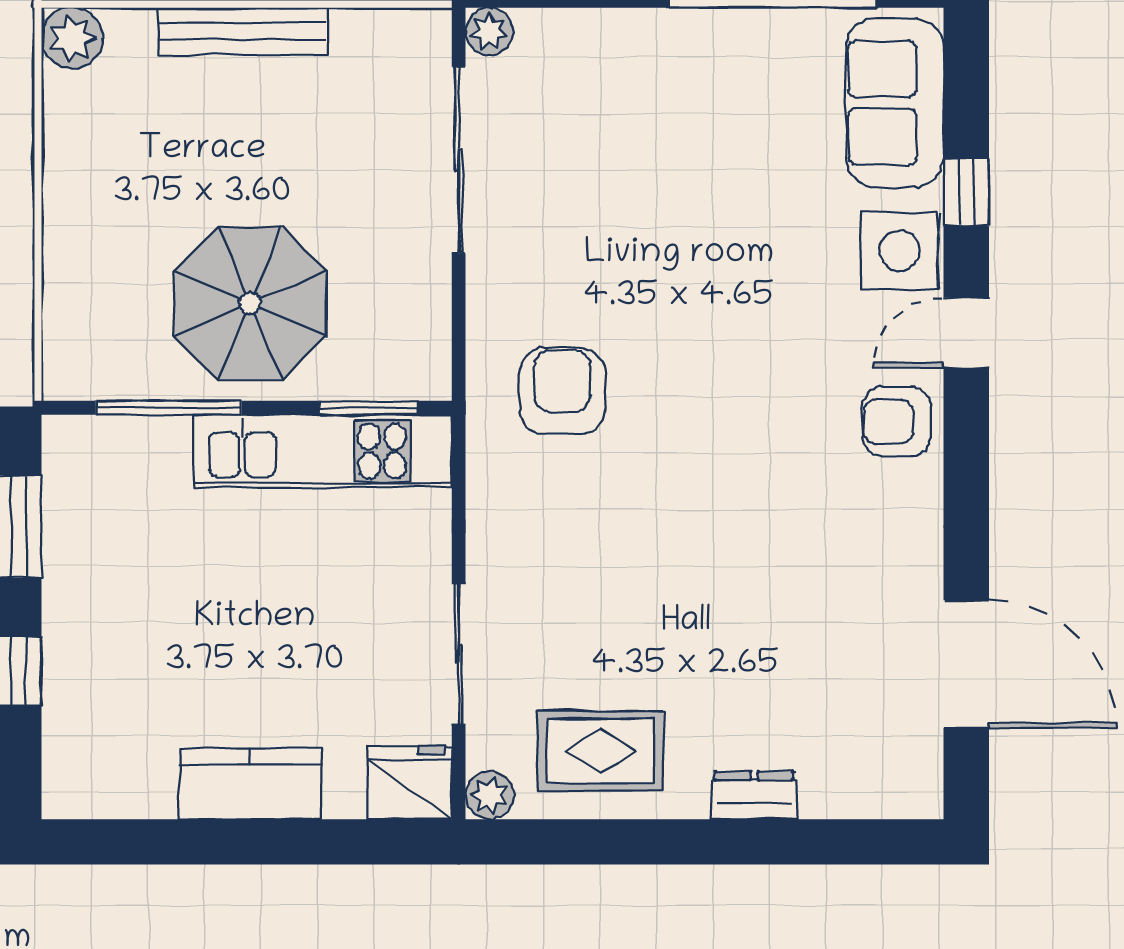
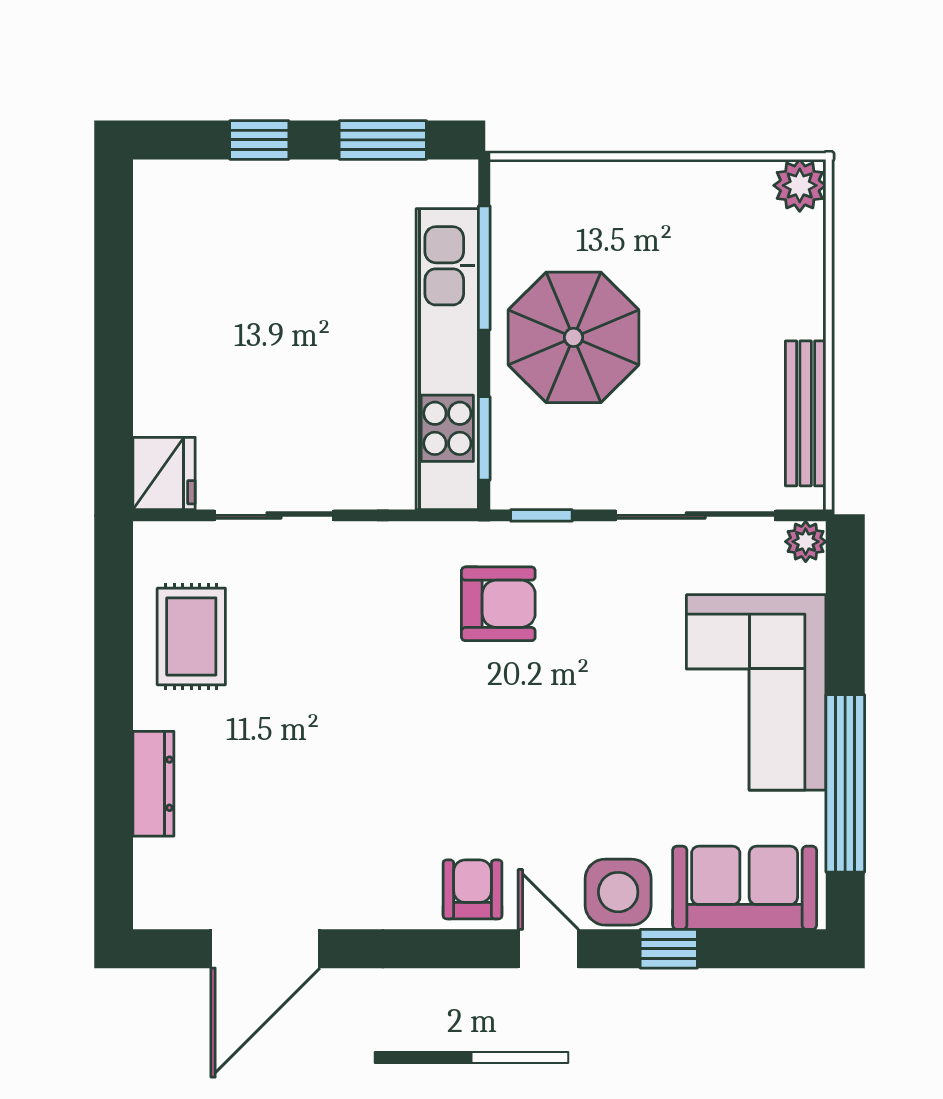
bench: (243, 31) -> (806, 413), moved
corner sofa: (666, 89) -> (756, 692), added
window: (459, 341) -> (541, 515), added
kitchen unit: (323, 451) -> (447, 359), width x1.36
kitchen counter: (250, 784) -> (163, 338), removed
plant: (490, 795) -> (153, 542), removed
dresser: (754, 795) -> (153, 784), width x1.44

